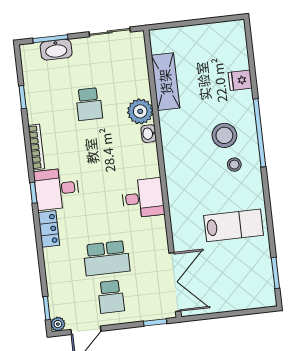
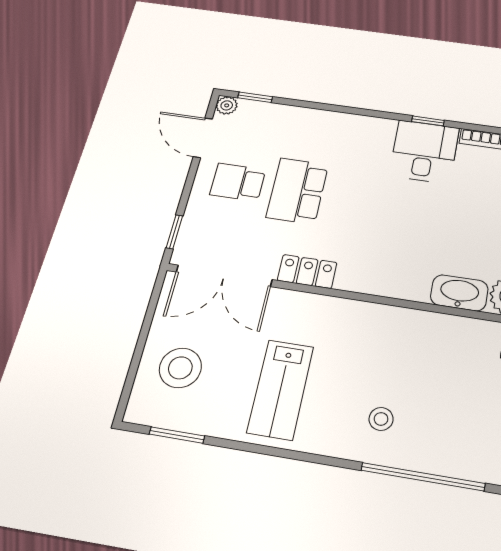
washbasin: (149, 134) -> (459, 293), width x1.91, depth x1.45
stool: (224, 135) -> (180, 368), moved
desk: (143, 198) -> (372, 264), removed
locker: (49, 229) -> (307, 271), moved, turned 180

